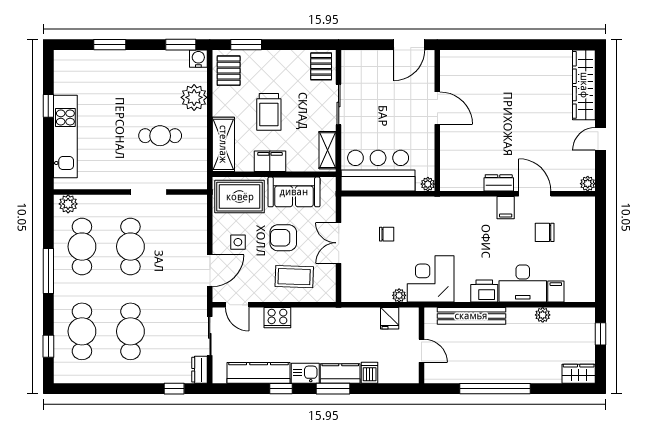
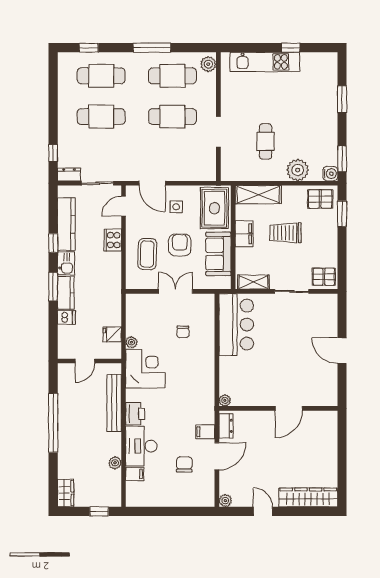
door: (437, 108) -> (289, 408), moved
wall: (437, 121) -> (278, 408), moved
plant: (428, 184) -> (225, 400), moved

